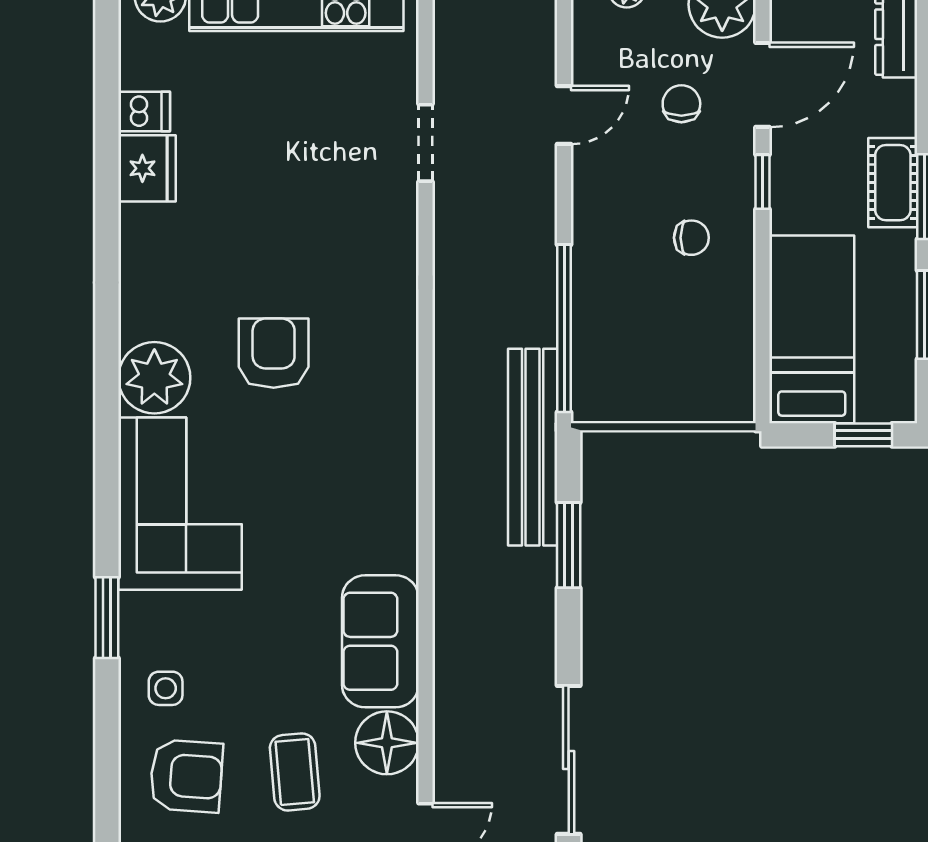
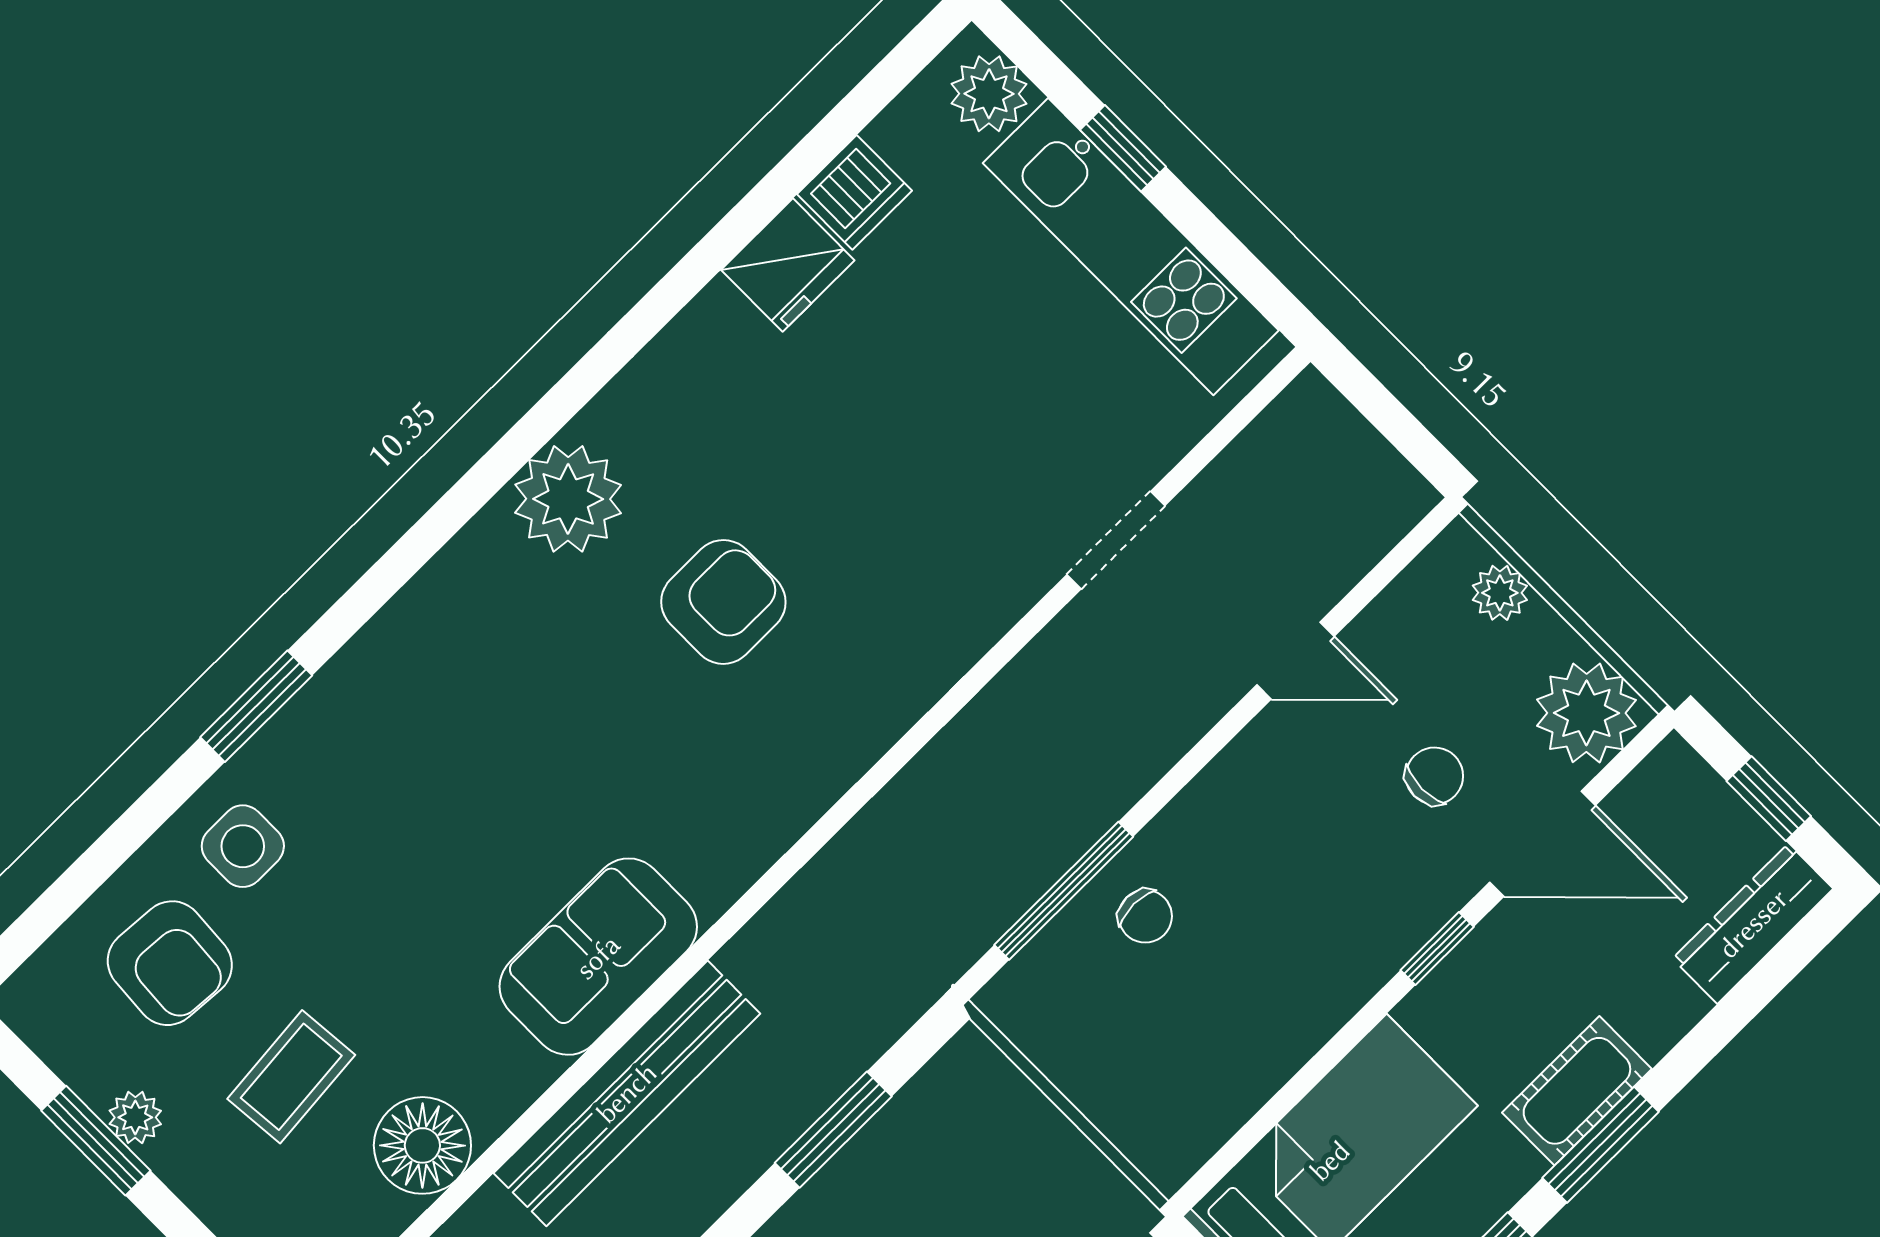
dishwasher: (144, 112) -> (855, 192), width x1.38
chair: (691, 238) -> (1145, 916), moved
window: (564, 328) -> (1064, 891), width x0.68
bench: (533, 447) -> (627, 1093), moved
corner sofa: (180, 504) -> (459, 663), removed
sofa: (380, 641) -> (598, 957), moved
side table: (166, 688) -> (243, 846), width x1.37, depth x1.37

